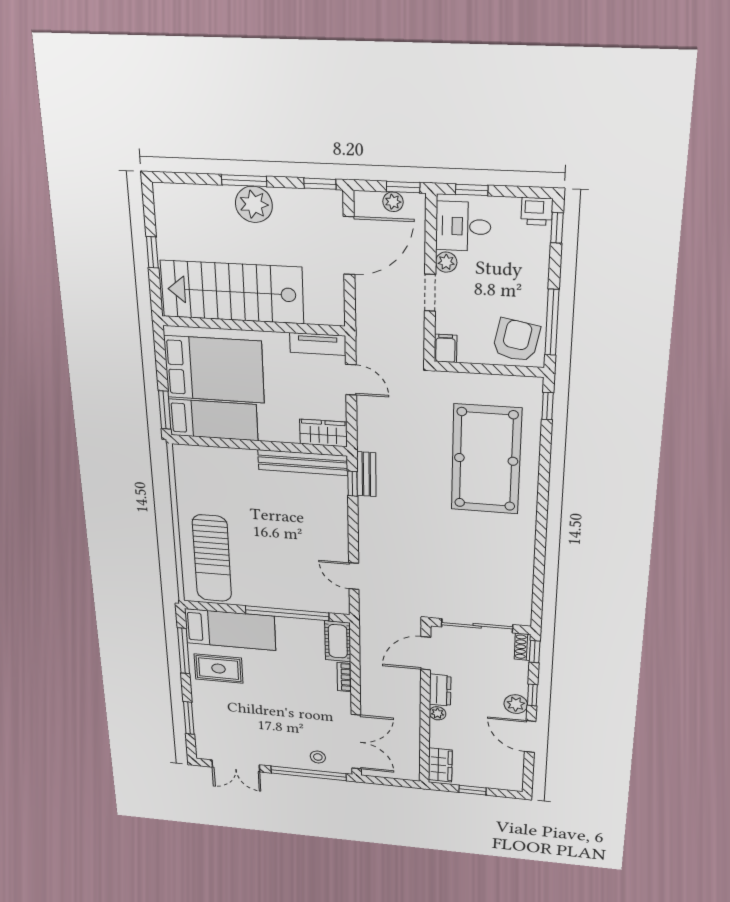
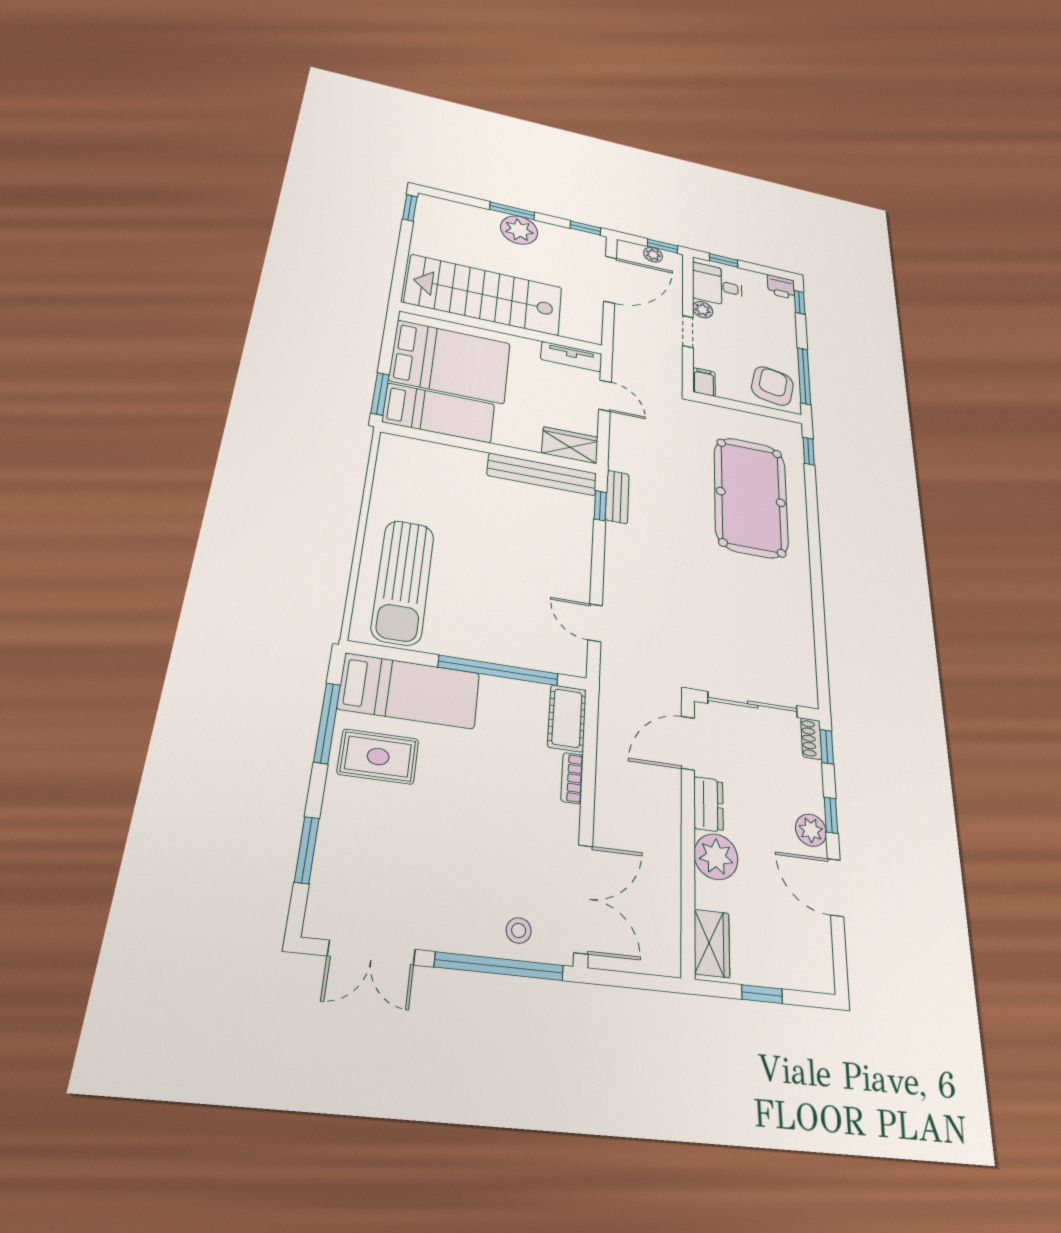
window: (152, 252) -> (410, 208), moved
plant: (438, 713) -> (716, 857), width x1.87, depth x1.87

